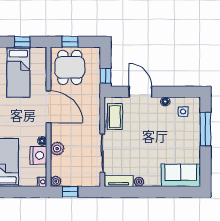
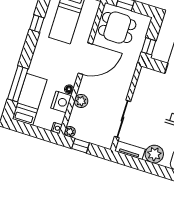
dining table: (70, 67) -> (117, 28), turned 90
door: (48, 107) -> (85, 59), hinge flipped
coffee table: (115, 117) -> (145, 88), removed
plant: (139, 182) -> (154, 154), width x1.88, depth x1.88

